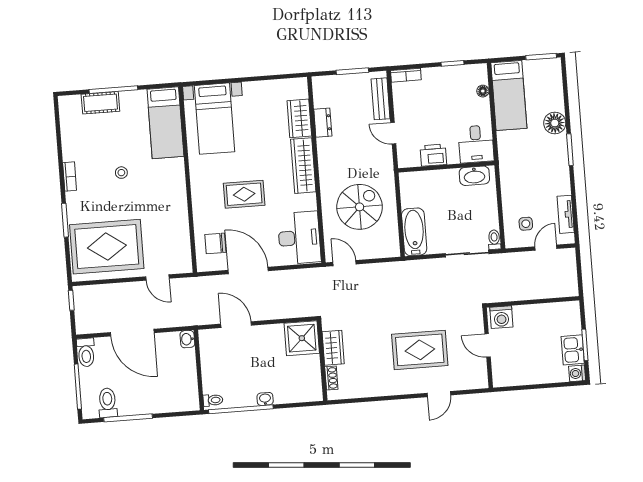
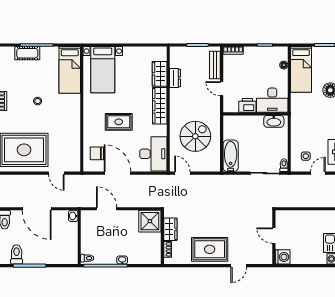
desk: (476, 144) -> (272, 100), width x1.37
washing machine: (501, 317) -> (283, 257), moved, turned -90
rug: (420, 350) -> (210, 249), moved

